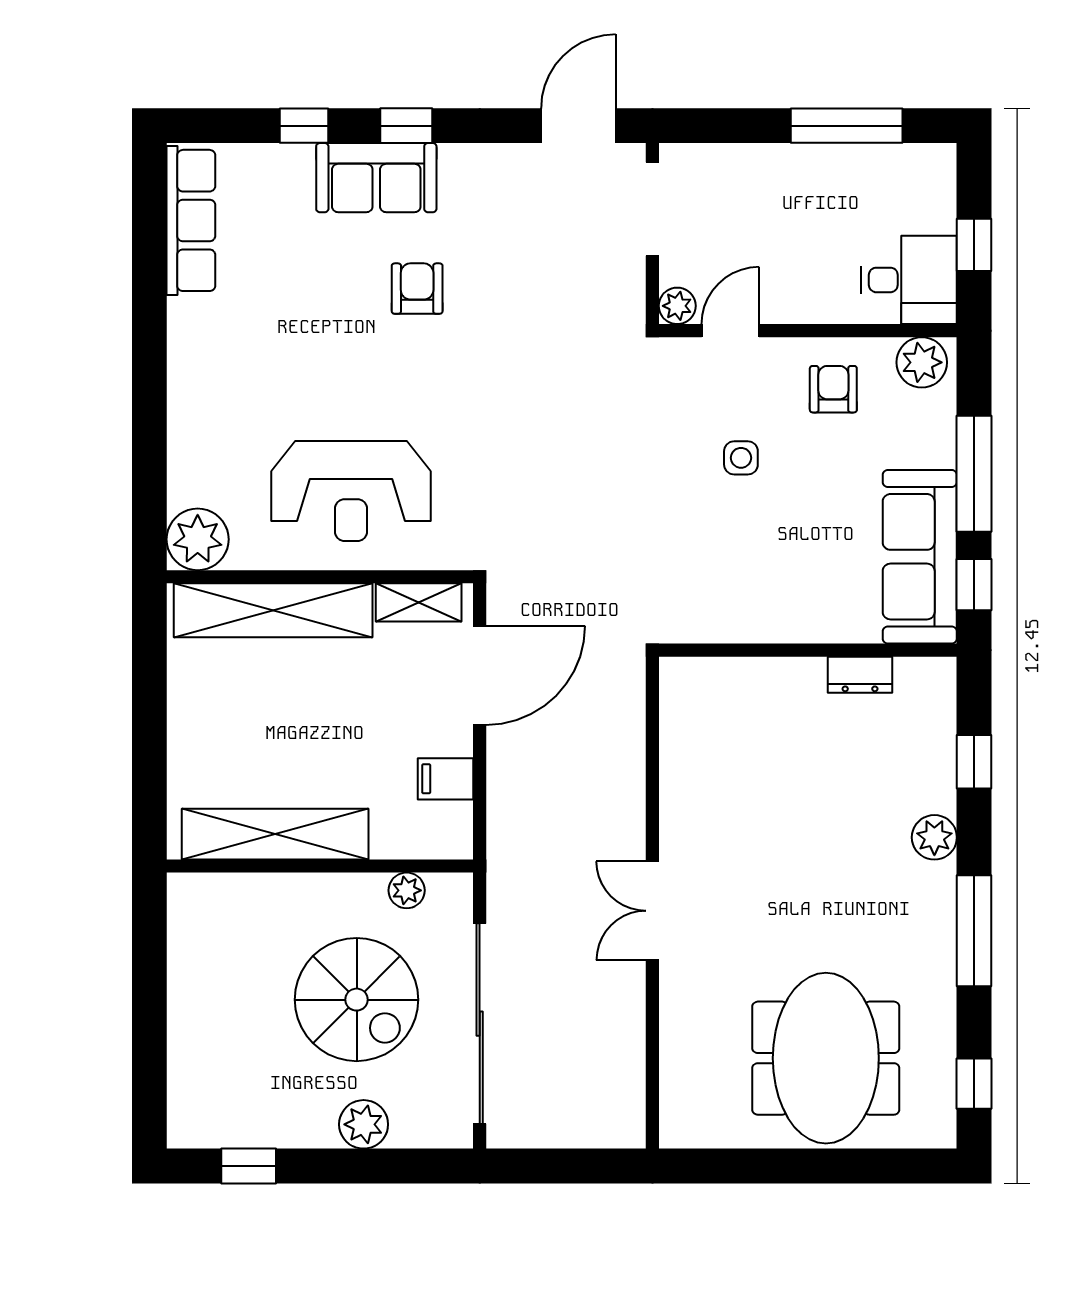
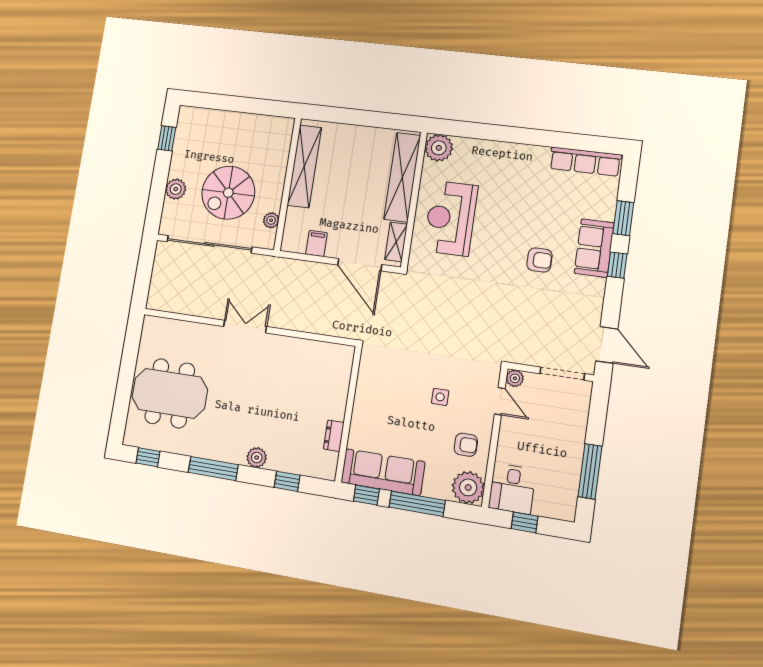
window: (304, 126) -> (623, 218), width x1.50
plant: (922, 362) -> (468, 487), width x1.36, depth x1.36

